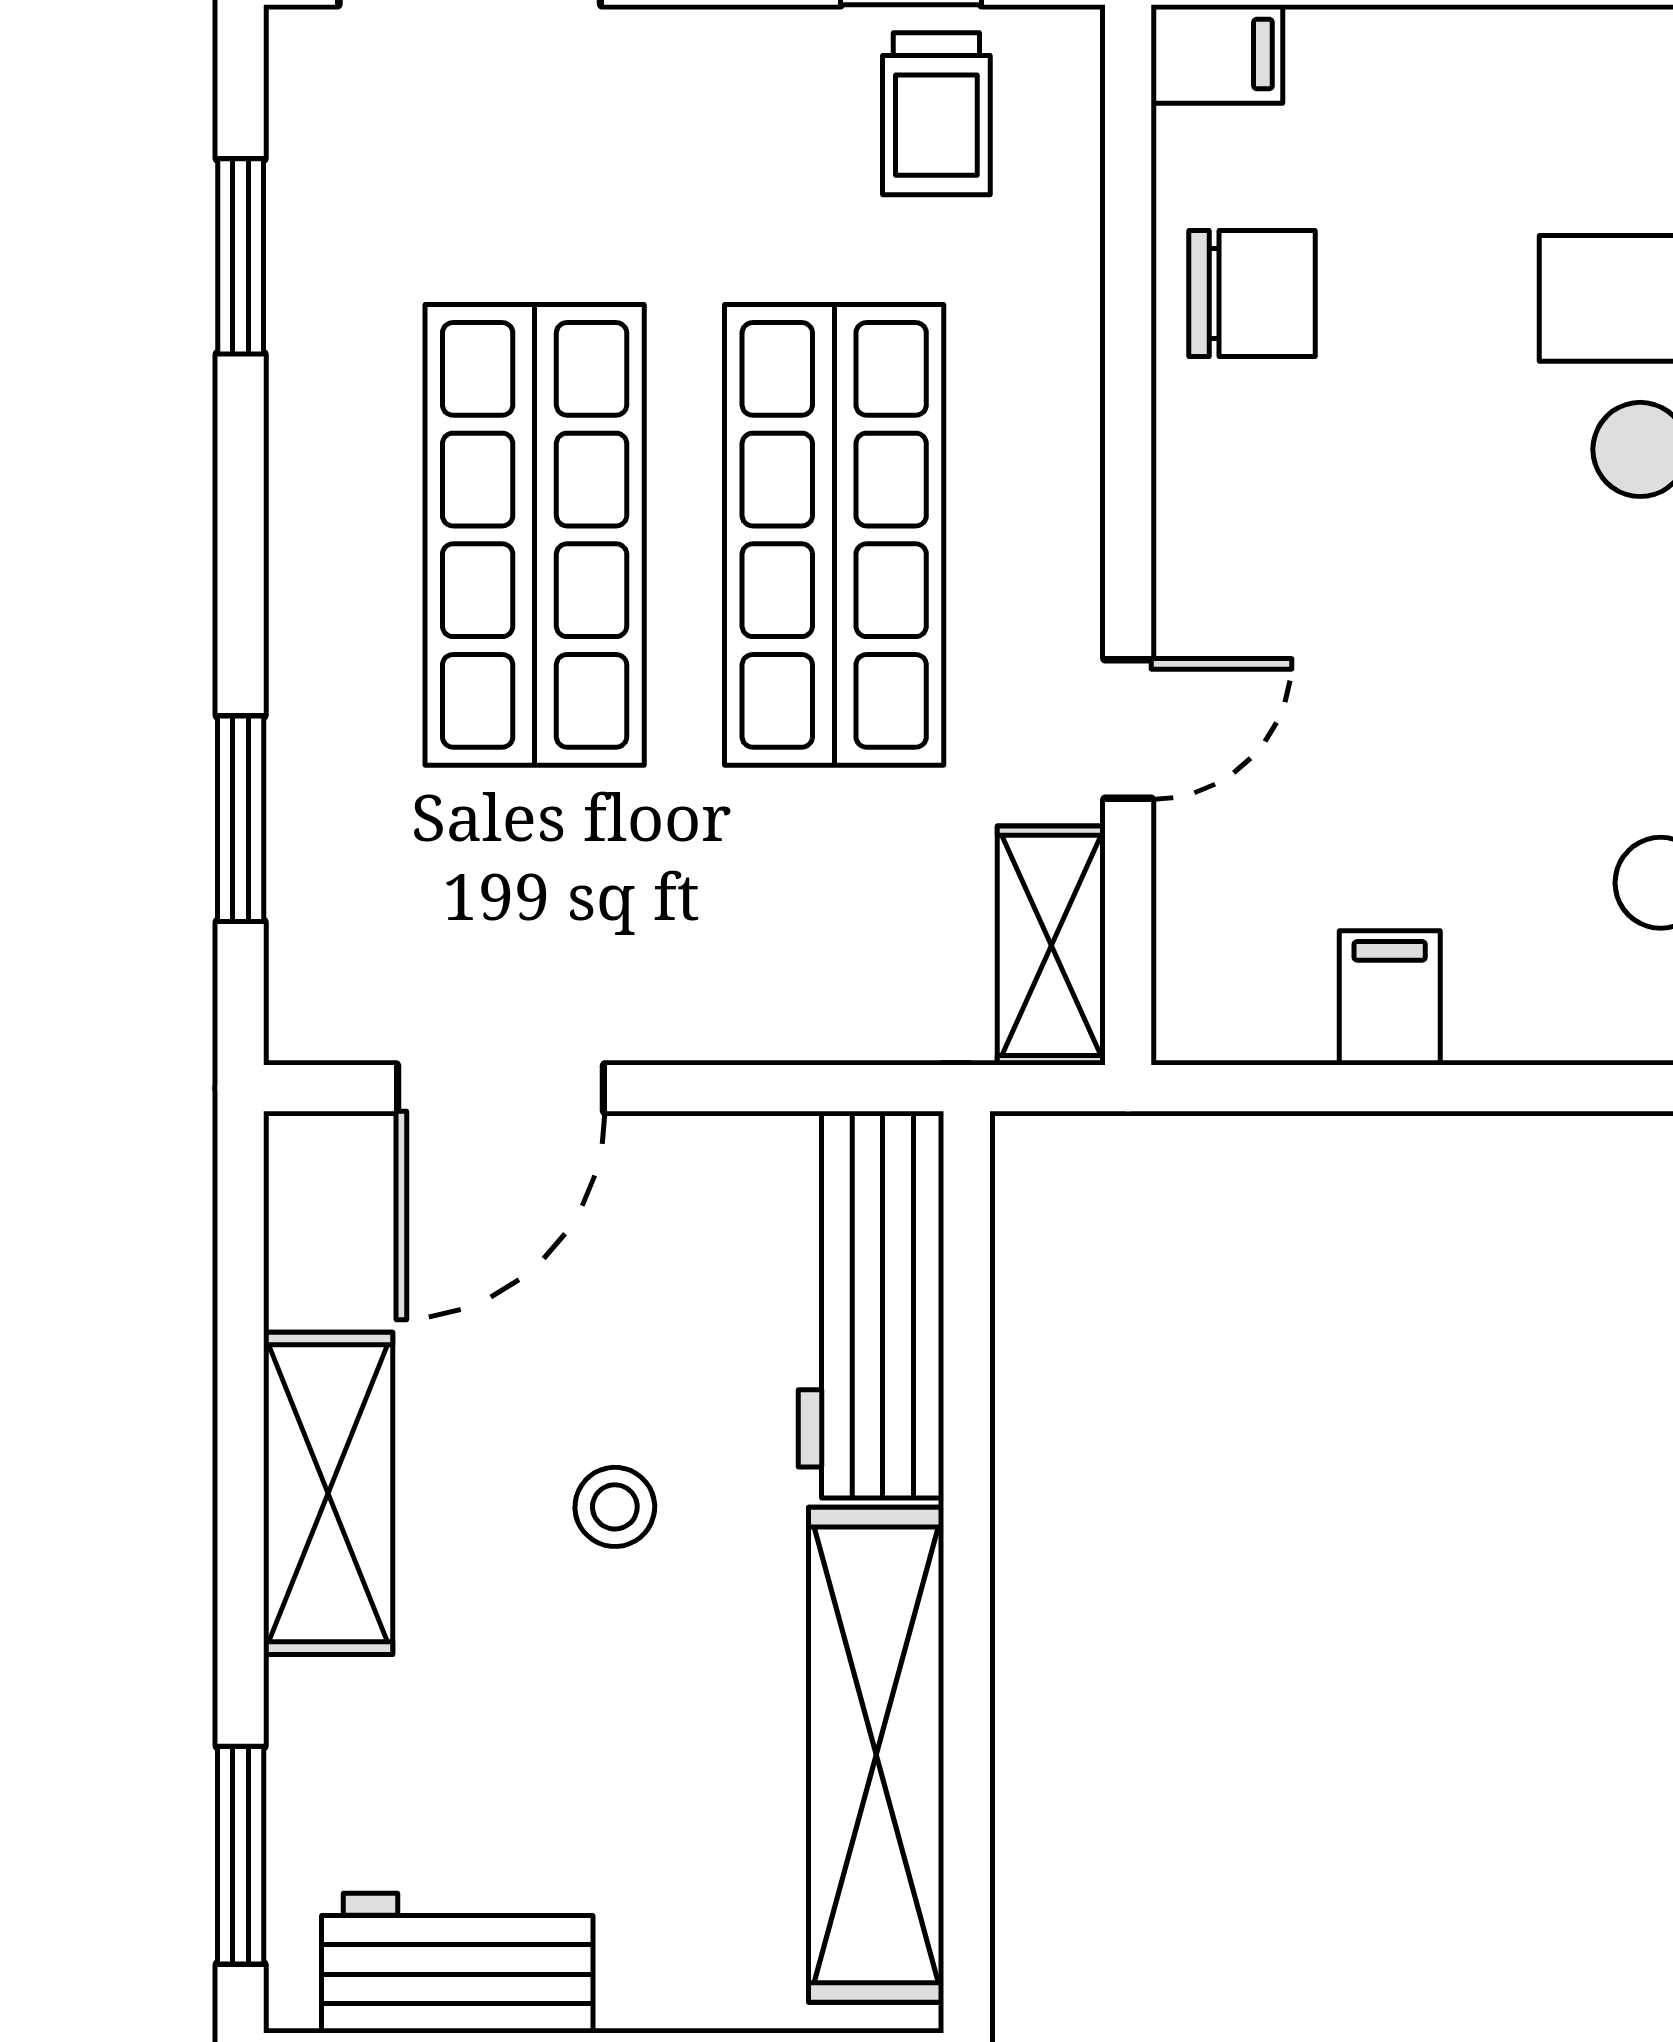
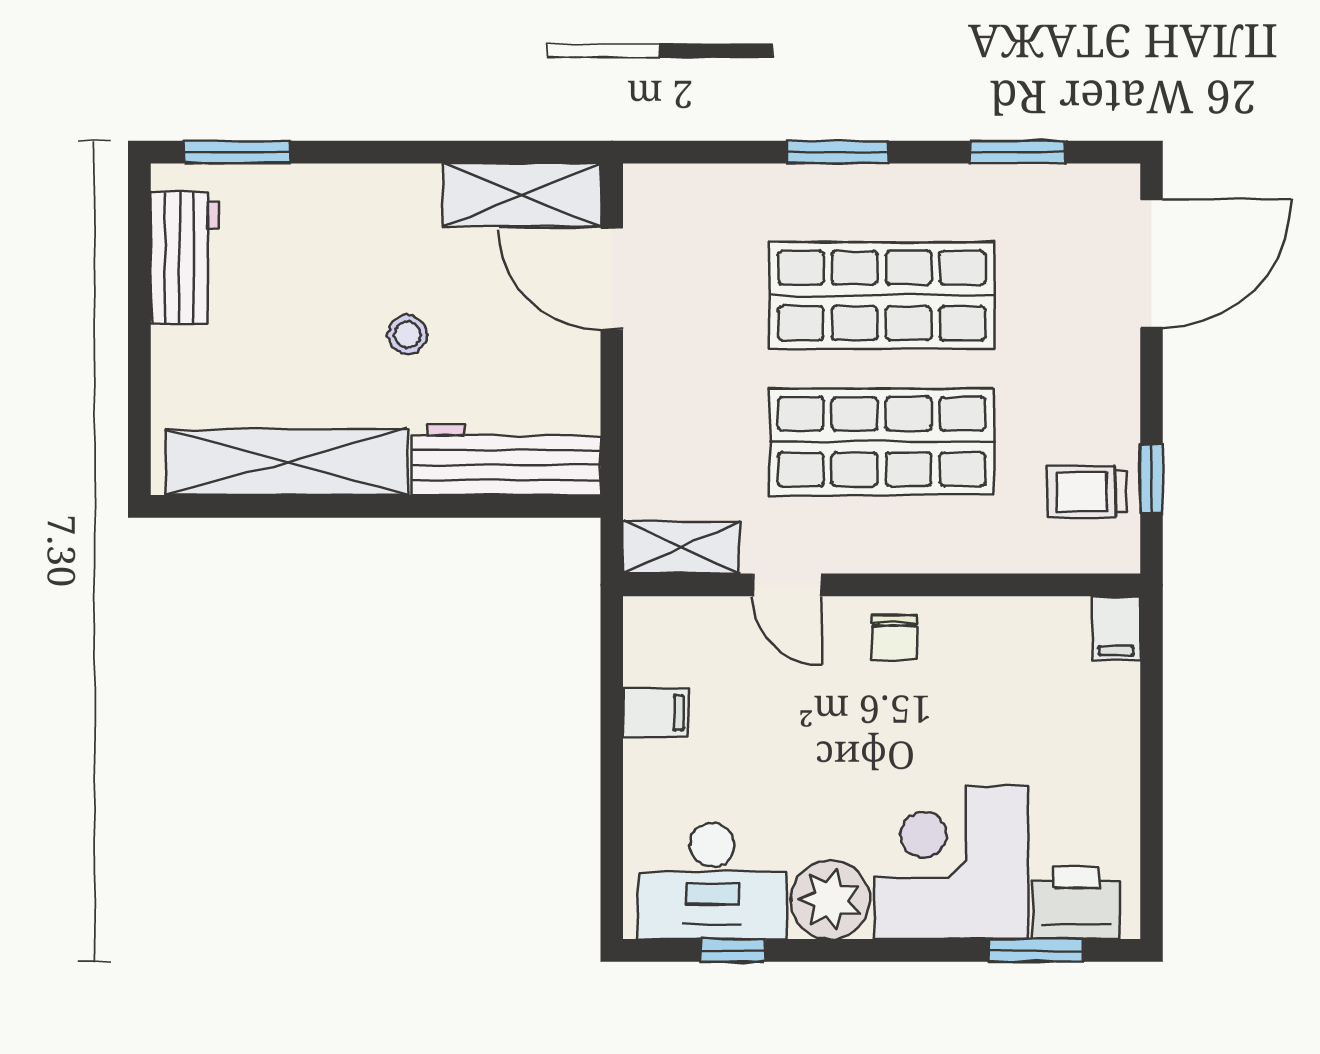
chair: (1252, 294) -> (894, 638), moved, width x0.73, depth x0.73
window: (241, 819) -> (838, 152), moved
shelving: (328, 1493) -> (522, 195), moved

